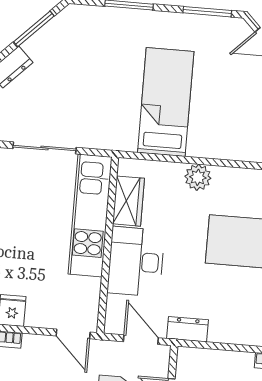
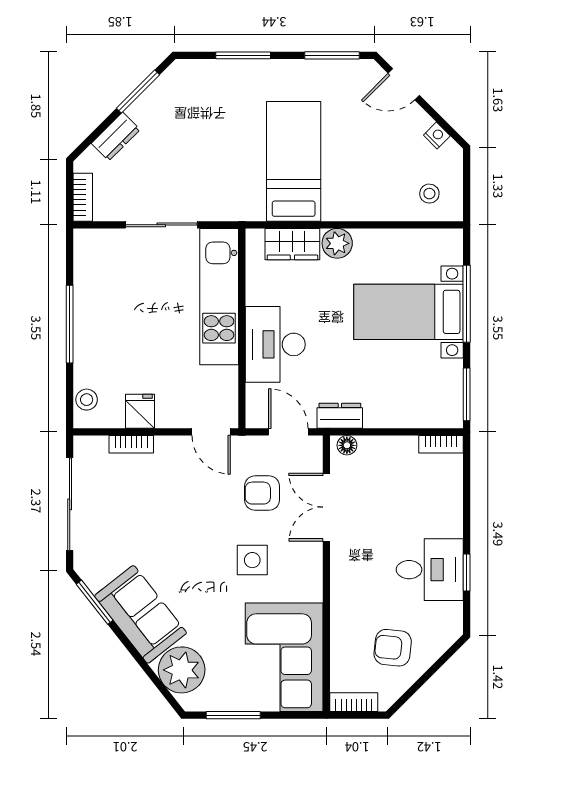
wardrobe: (129, 201) -> (292, 244), moved, turned 90
floor lamp: (192, 356) -> (347, 445), added

